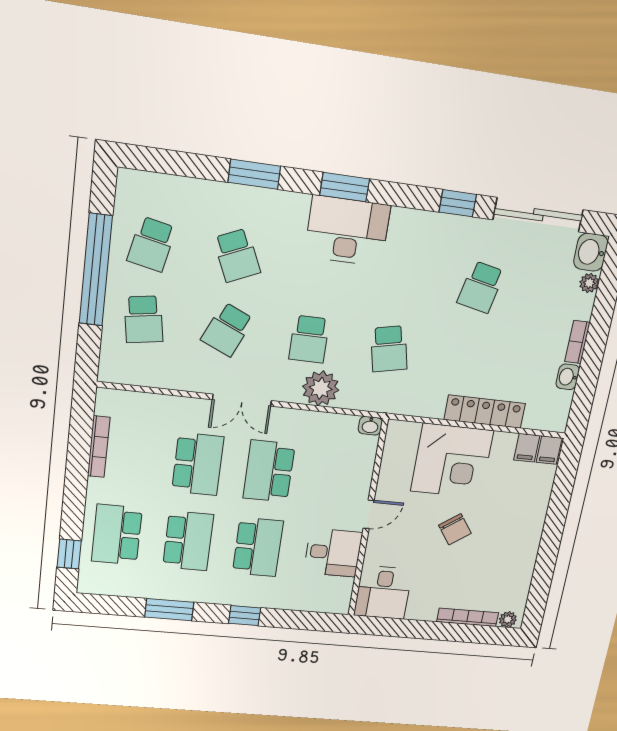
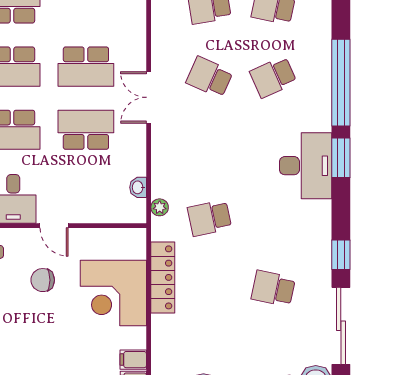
window: (254, 174) -> (341, 83), width x2.11
school desk: (309, 339) -> (209, 147), removed
plant: (321, 388) -> (160, 207), moved, width x0.53, depth x0.53
locker: (485, 412) -> (163, 277), moved
washbasin: (370, 426) -> (138, 187), moved
chair: (455, 529) -> (43, 280), moved, turned 36

